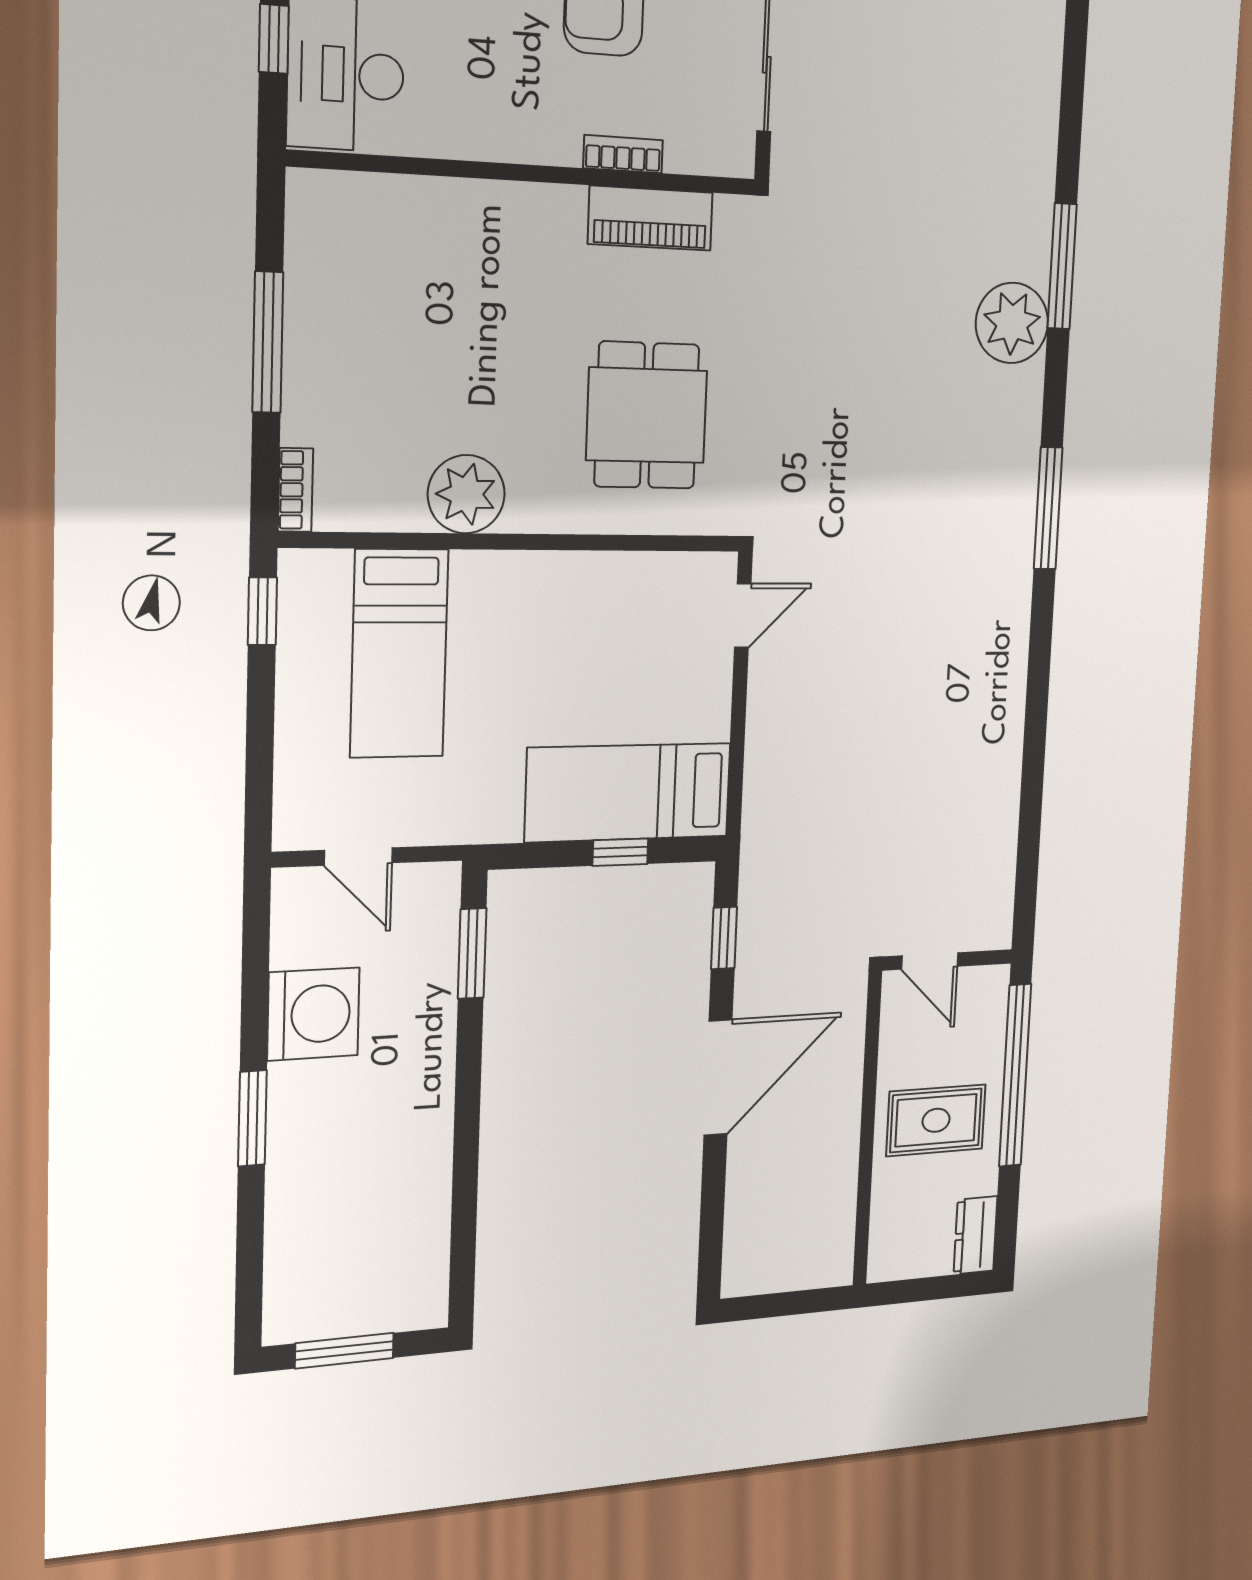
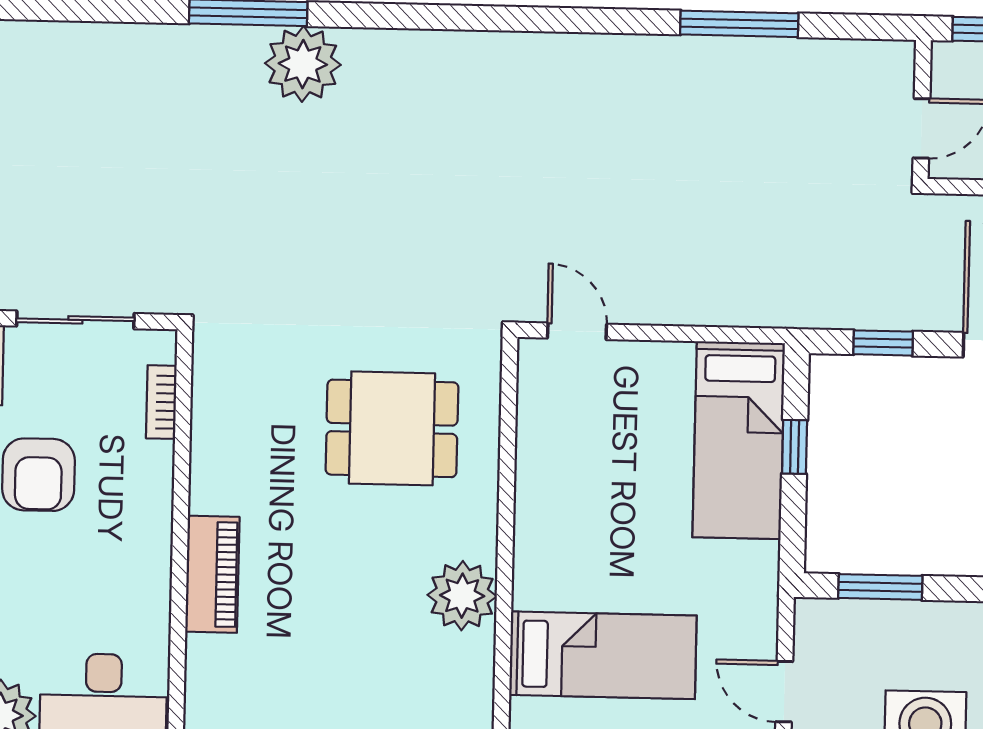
bookcase: (623, 154) -> (161, 402), moved
piano: (650, 218) -> (212, 574), moved
window: (1048, 508) -> (739, 24), moved
door: (358, 857) -> (784, 692), swing flipped

